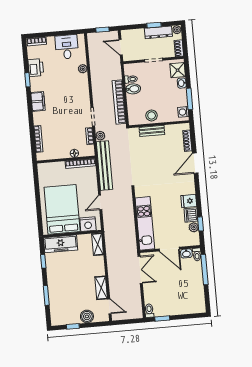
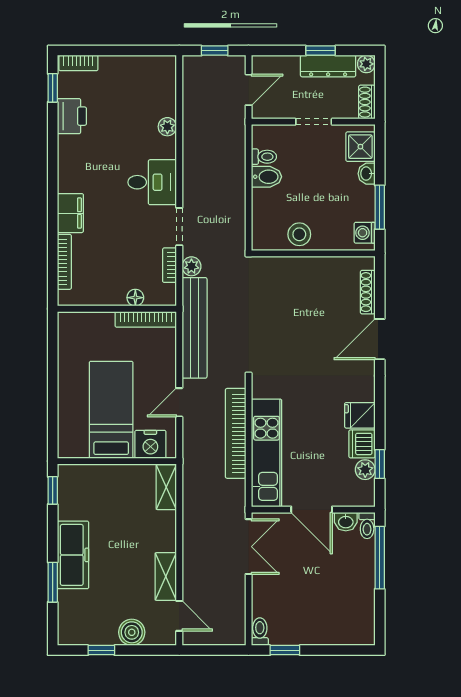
desk: (67, 47) -> (152, 182), moved, turned 90
door: (121, 47) -> (249, 90), swing flipped
window: (27, 80) -> (53, 88), moved
filing cabinet: (38, 101) -> (70, 213), moved
bookcase: (119, 102) -> (236, 433), moved
bench: (152, 131) -> (297, 266), removed
bed: (62, 209) -> (111, 410), width x0.67
freezer: (61, 244) -> (73, 555), moved, turned -90
window: (43, 261) -> (53, 490), moved

